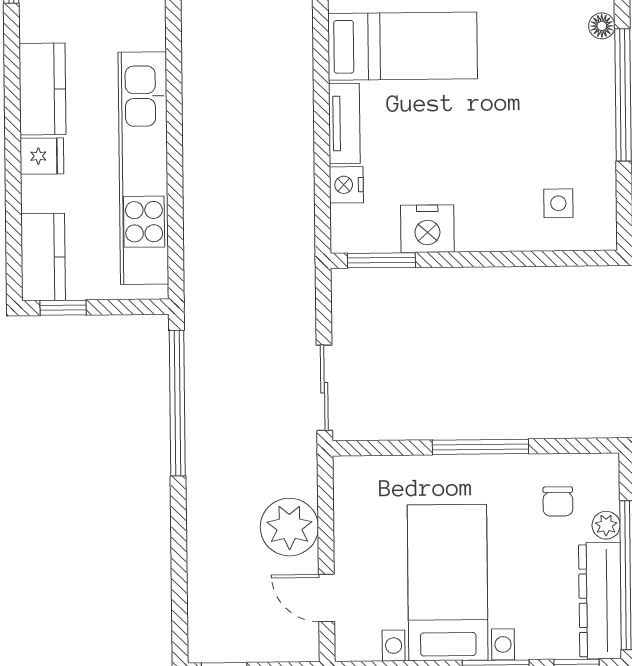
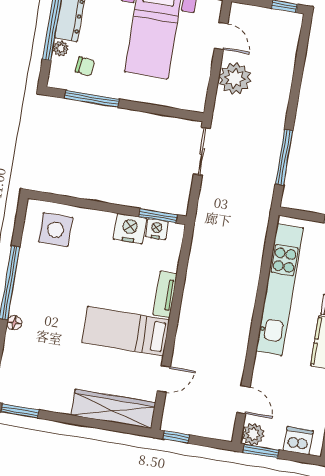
nightstand: (346, 185) -> (157, 229), moved, turned -90
side table: (558, 203) -> (55, 230), width x1.87, depth x1.87
window: (177, 403) -> (284, 157), width x0.68
window: (480, 447) -> (92, 99), moved
chair: (558, 501) -> (85, 66), turned 96

